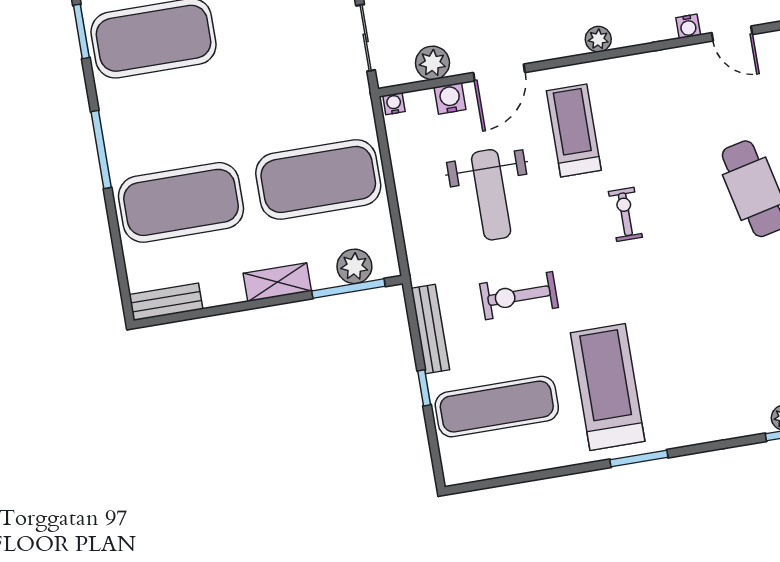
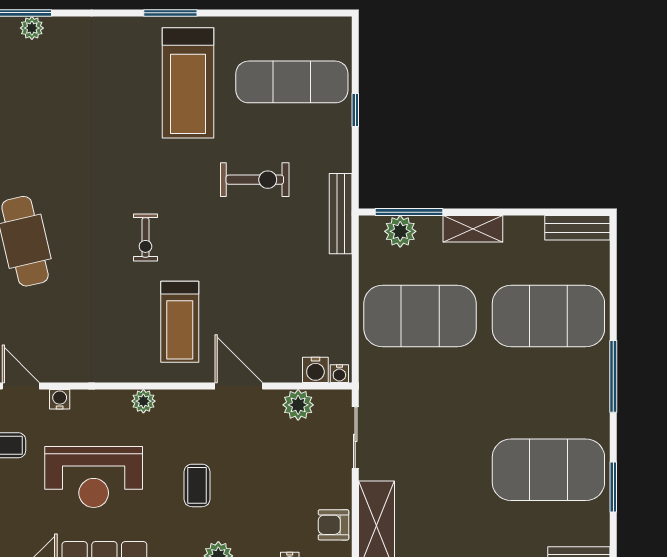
door: (499, 73) -> (239, 386), hinge flipped
water cooler: (450, 98) -> (315, 370), moved
weight bench: (491, 195) -> (265, 276), removed
bench: (430, 329) -> (341, 214), moved

